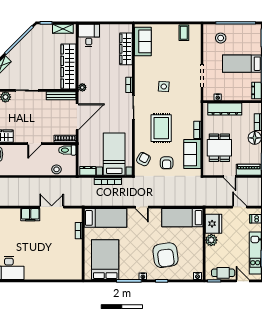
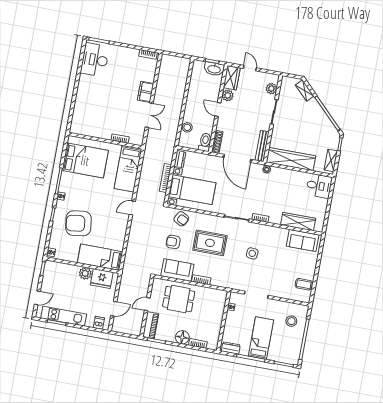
dresser: (225, 109) -> (218, 312), removed
plant: (19, 137) -> (228, 95), added
bed: (182, 218) -> (100, 257), moved, turned -90
cafe table: (223, 273) -> (49, 279), removed

